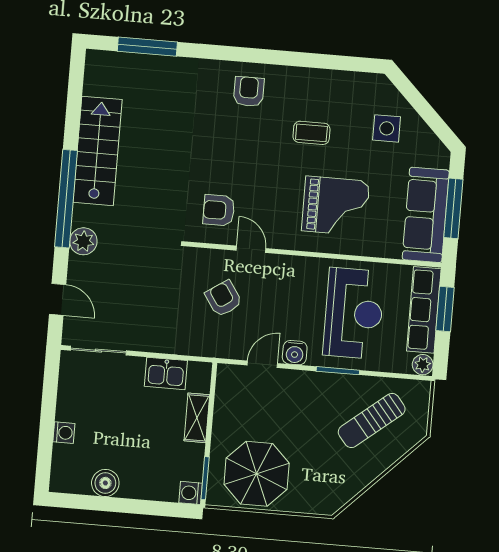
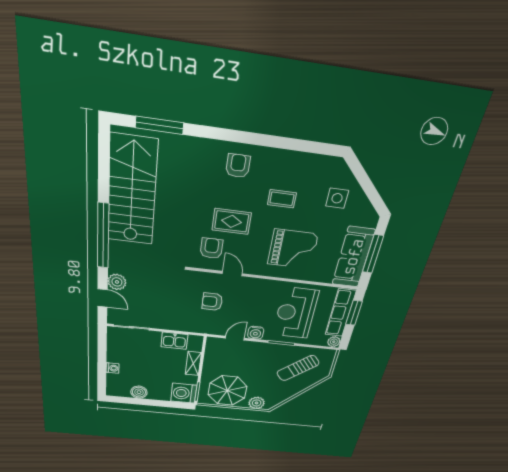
stairs: (98, 151) -> (132, 191), width x1.36, depth x1.51
rug: (245, 168) -> (232, 221), added
armchair: (219, 210) -> (211, 248), turned 90
plant: (83, 241) -> (117, 282), moved
armchair: (224, 299) -> (212, 302), turned -56
reception desk: (354, 313) -> (296, 313), turned 180
washing machine: (191, 493) -> (184, 393), width x1.89, depth x1.89
plant: (309, 500) -> (257, 403), added

